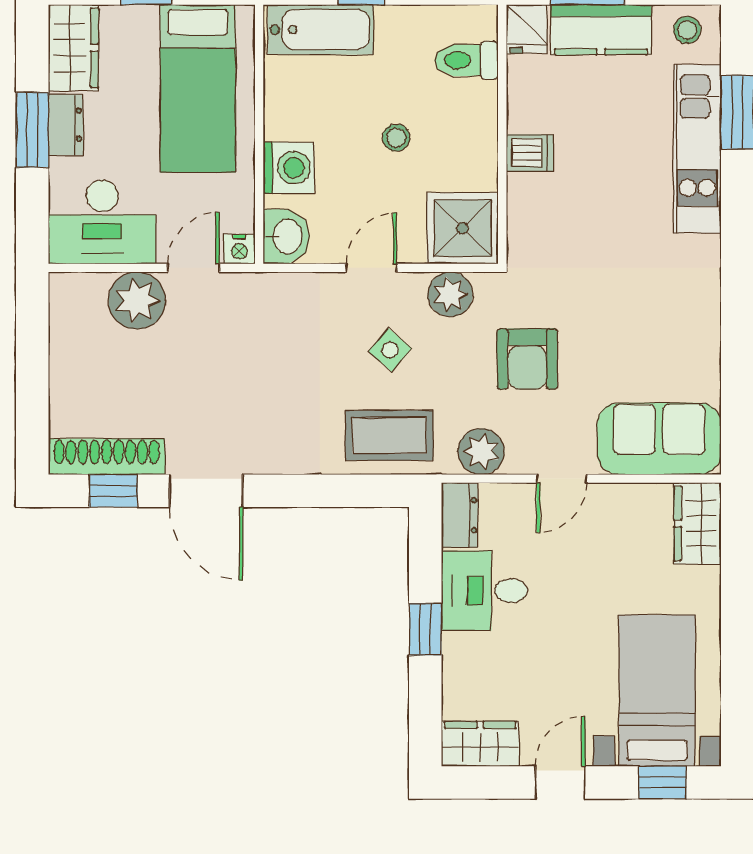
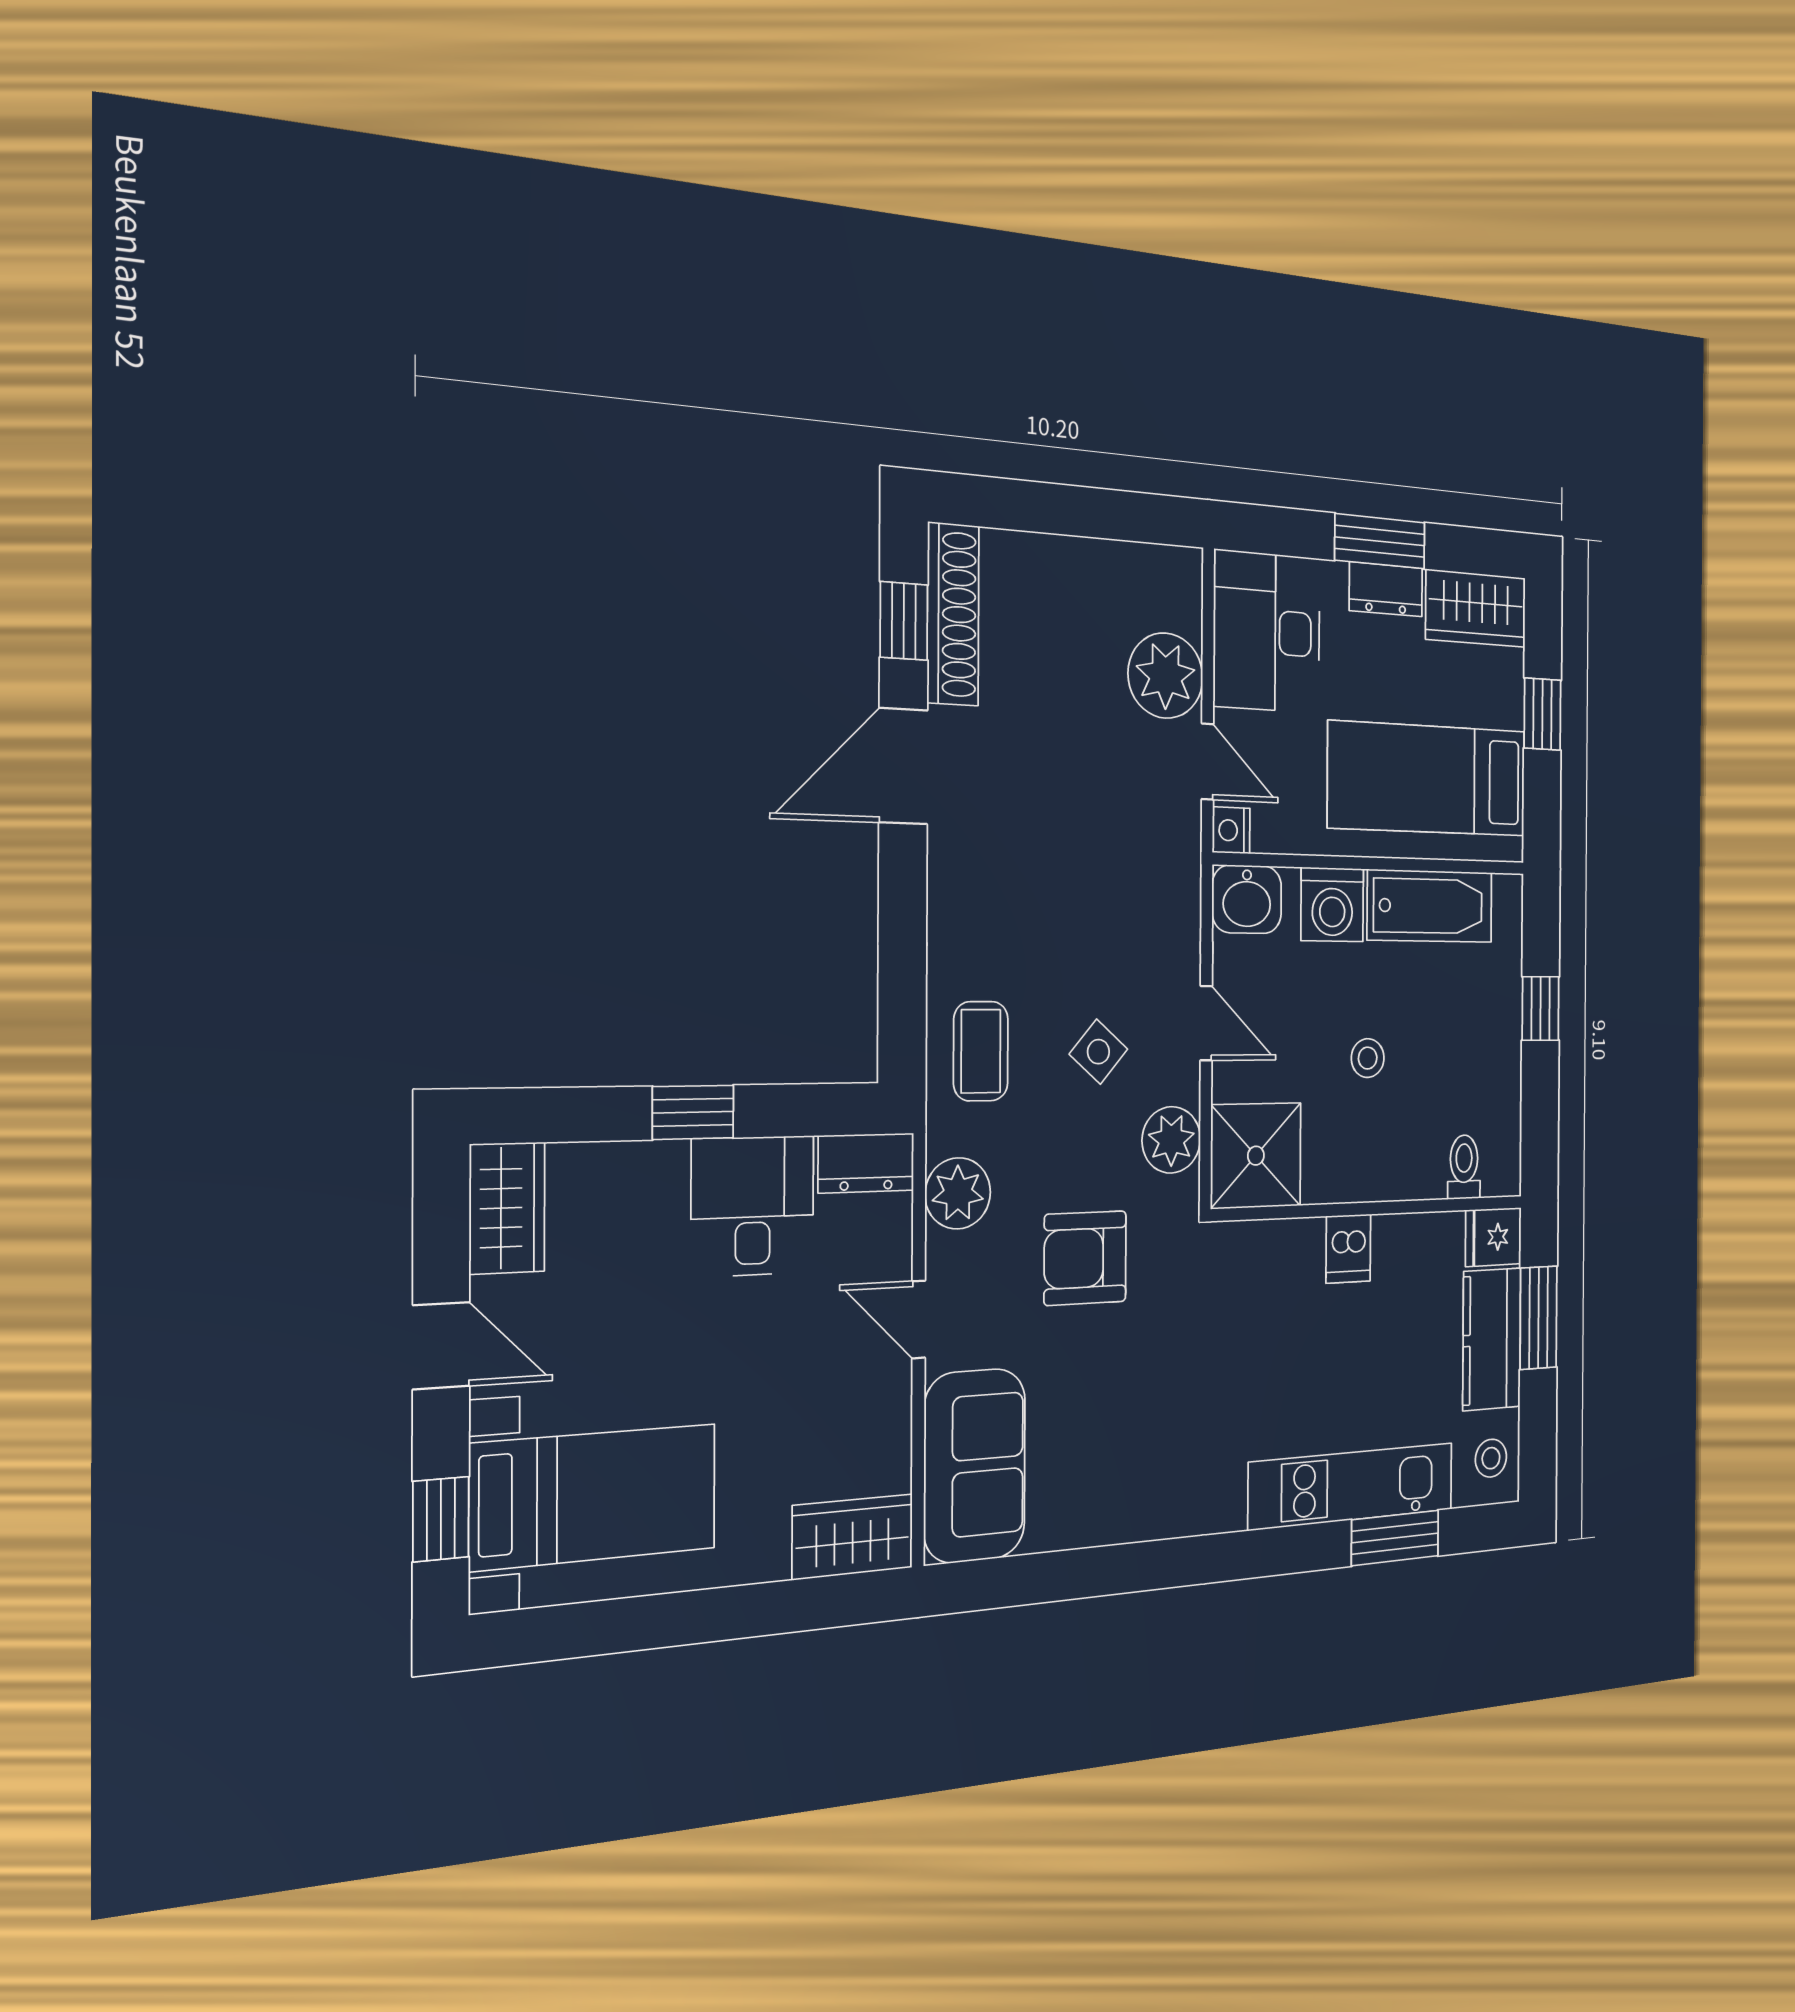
bathtub: (320, 30) -> (1430, 906), moved, turned -90
toilet: (466, 60) -> (1464, 1167), width x0.73, depth x0.72
coffee table: (389, 436) -> (981, 1051), width x0.73, depth x0.77

